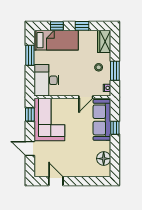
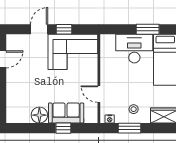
desk: (47, 80) -> (134, 49), moved
window: (30, 114) -> (64, 29), moved
sofa: (102, 120) -> (66, 113), width x0.73
floor lamp: (104, 159) -> (39, 115), moved

